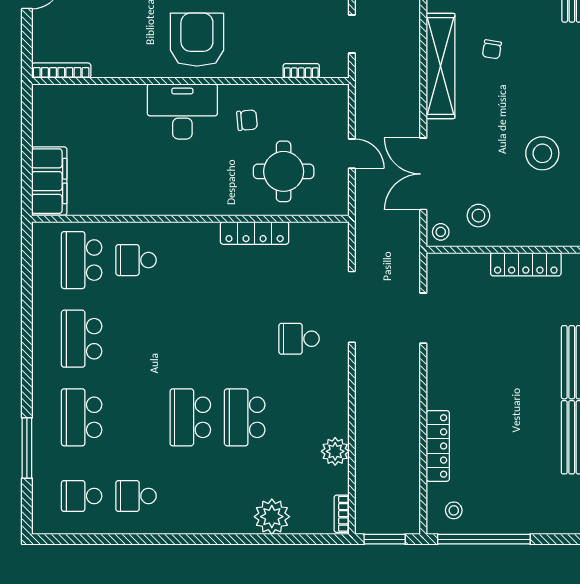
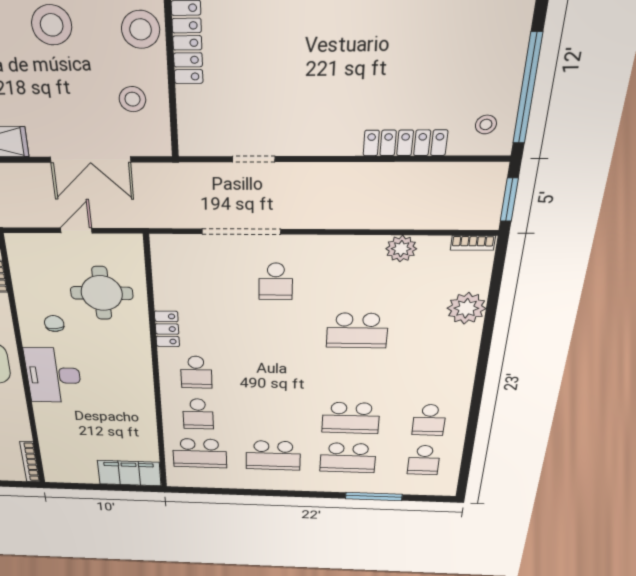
stool: (441, 232) -> (141, 29), moved, width x1.89, depth x1.89
locker: (255, 233) -> (167, 329), width x0.66
school desk: (190, 260) -> (196, 372), added
doorway: (423, 318) -> (254, 159), width x0.73
school desk: (190, 417) -> (351, 418), moved

